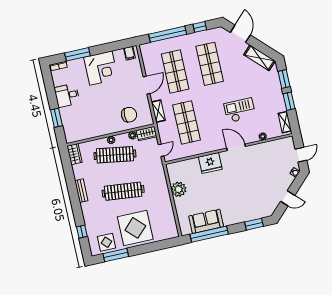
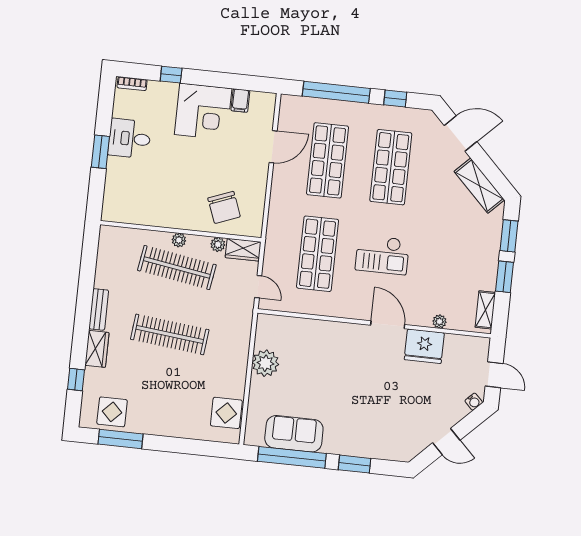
door: (240, 34) -> (461, 134), hinge flipped
filing cabinet: (129, 53) -> (240, 101), moved
window: (78, 54) -> (171, 75), width x0.46
door: (147, 85) -> (273, 147), moved
checkout: (240, 110) -> (382, 255), moved, turned 180
shelving: (158, 111) -> (276, 218), removed
chair: (129, 115) -> (224, 207), turned 69
window: (56, 118) -> (100, 152), moved
door: (161, 150) -> (258, 287), hinge flipped
wardrobe: (74, 154) -> (97, 349), moved
door: (301, 155) -> (494, 375), hinge flipped
fridge: (210, 163) -> (424, 346), moved
window: (254, 224) -> (355, 464), moved
display table: (135, 228) -> (226, 413), moved, width x0.54, depth x0.54

